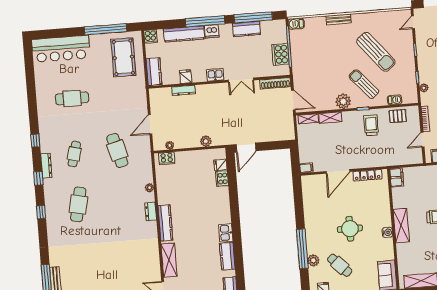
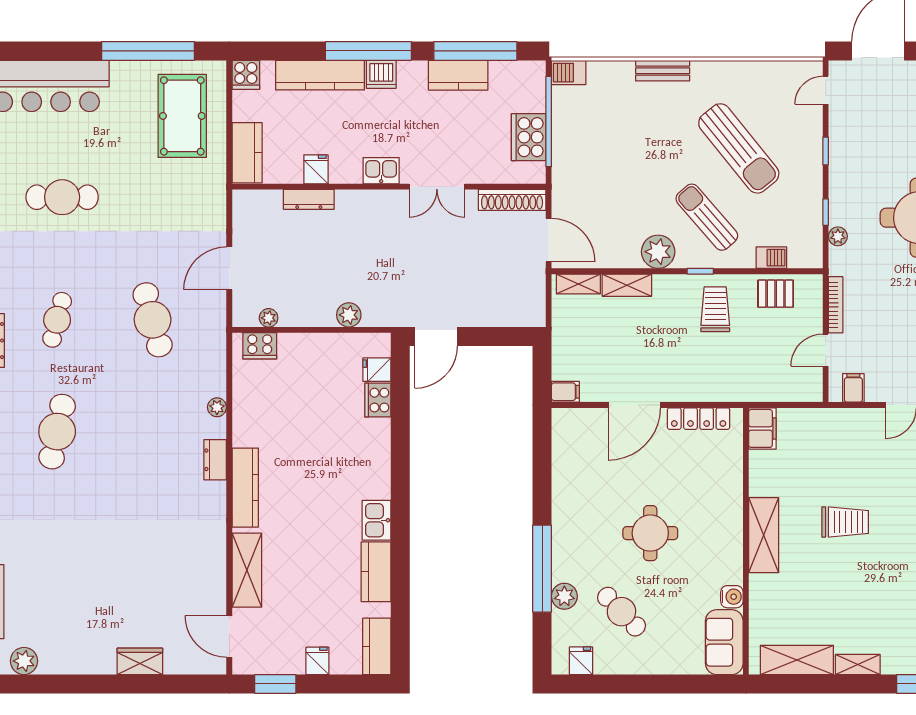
water cooler: (387, 232) -> (732, 597), moved

